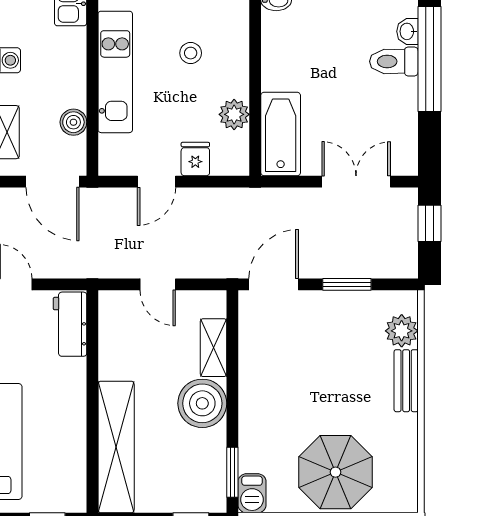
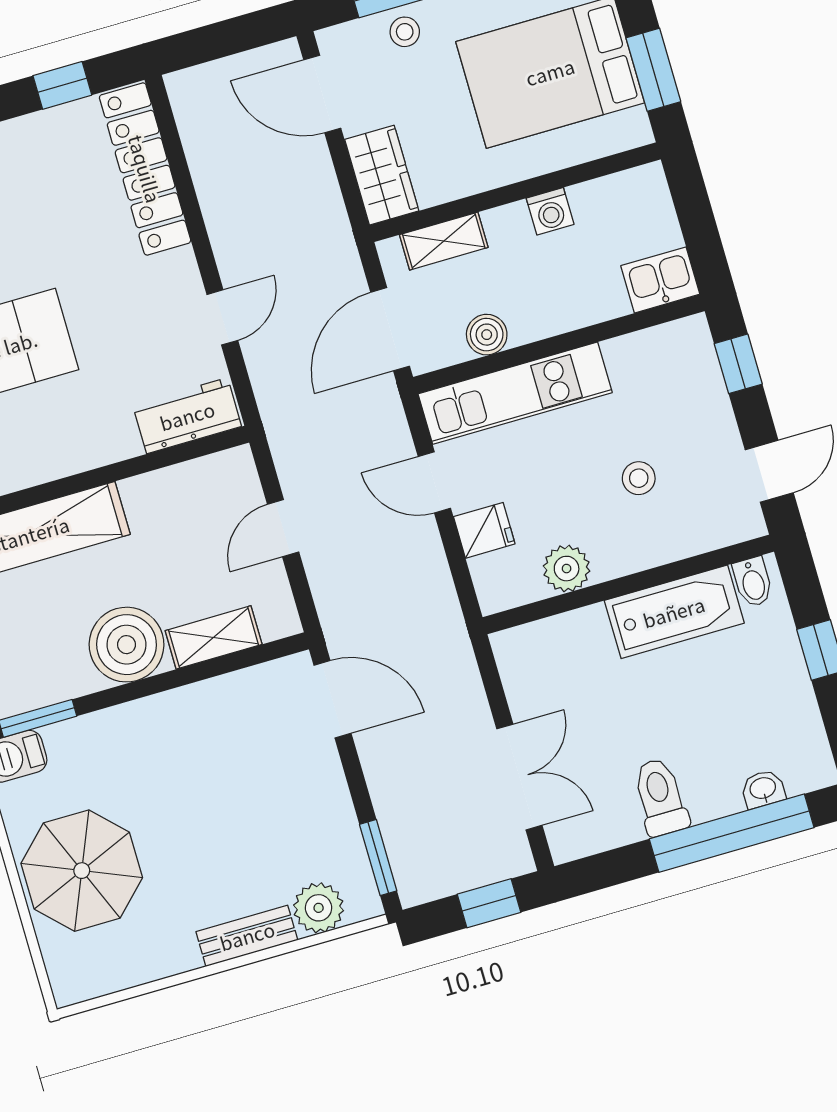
toilet: (394, 61) -> (660, 797), moved
kitchen unit: (115, 72) -> (515, 393), moved
bathtub: (281, 134) -> (674, 612), moved
window: (347, 284) -> (378, 858), moved

